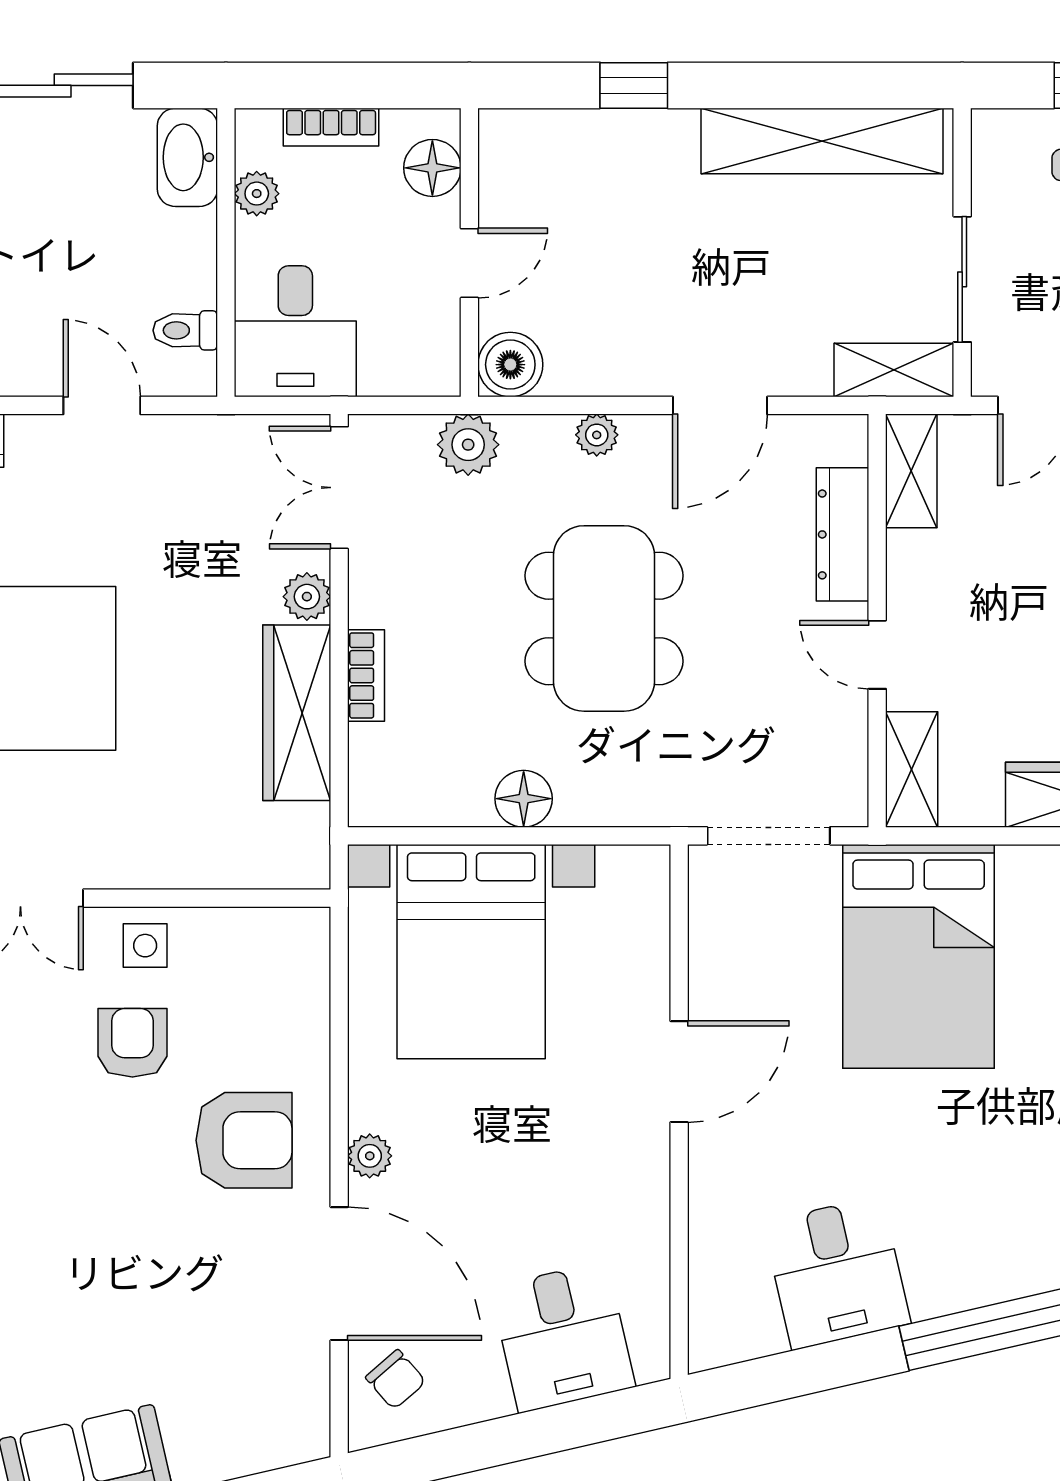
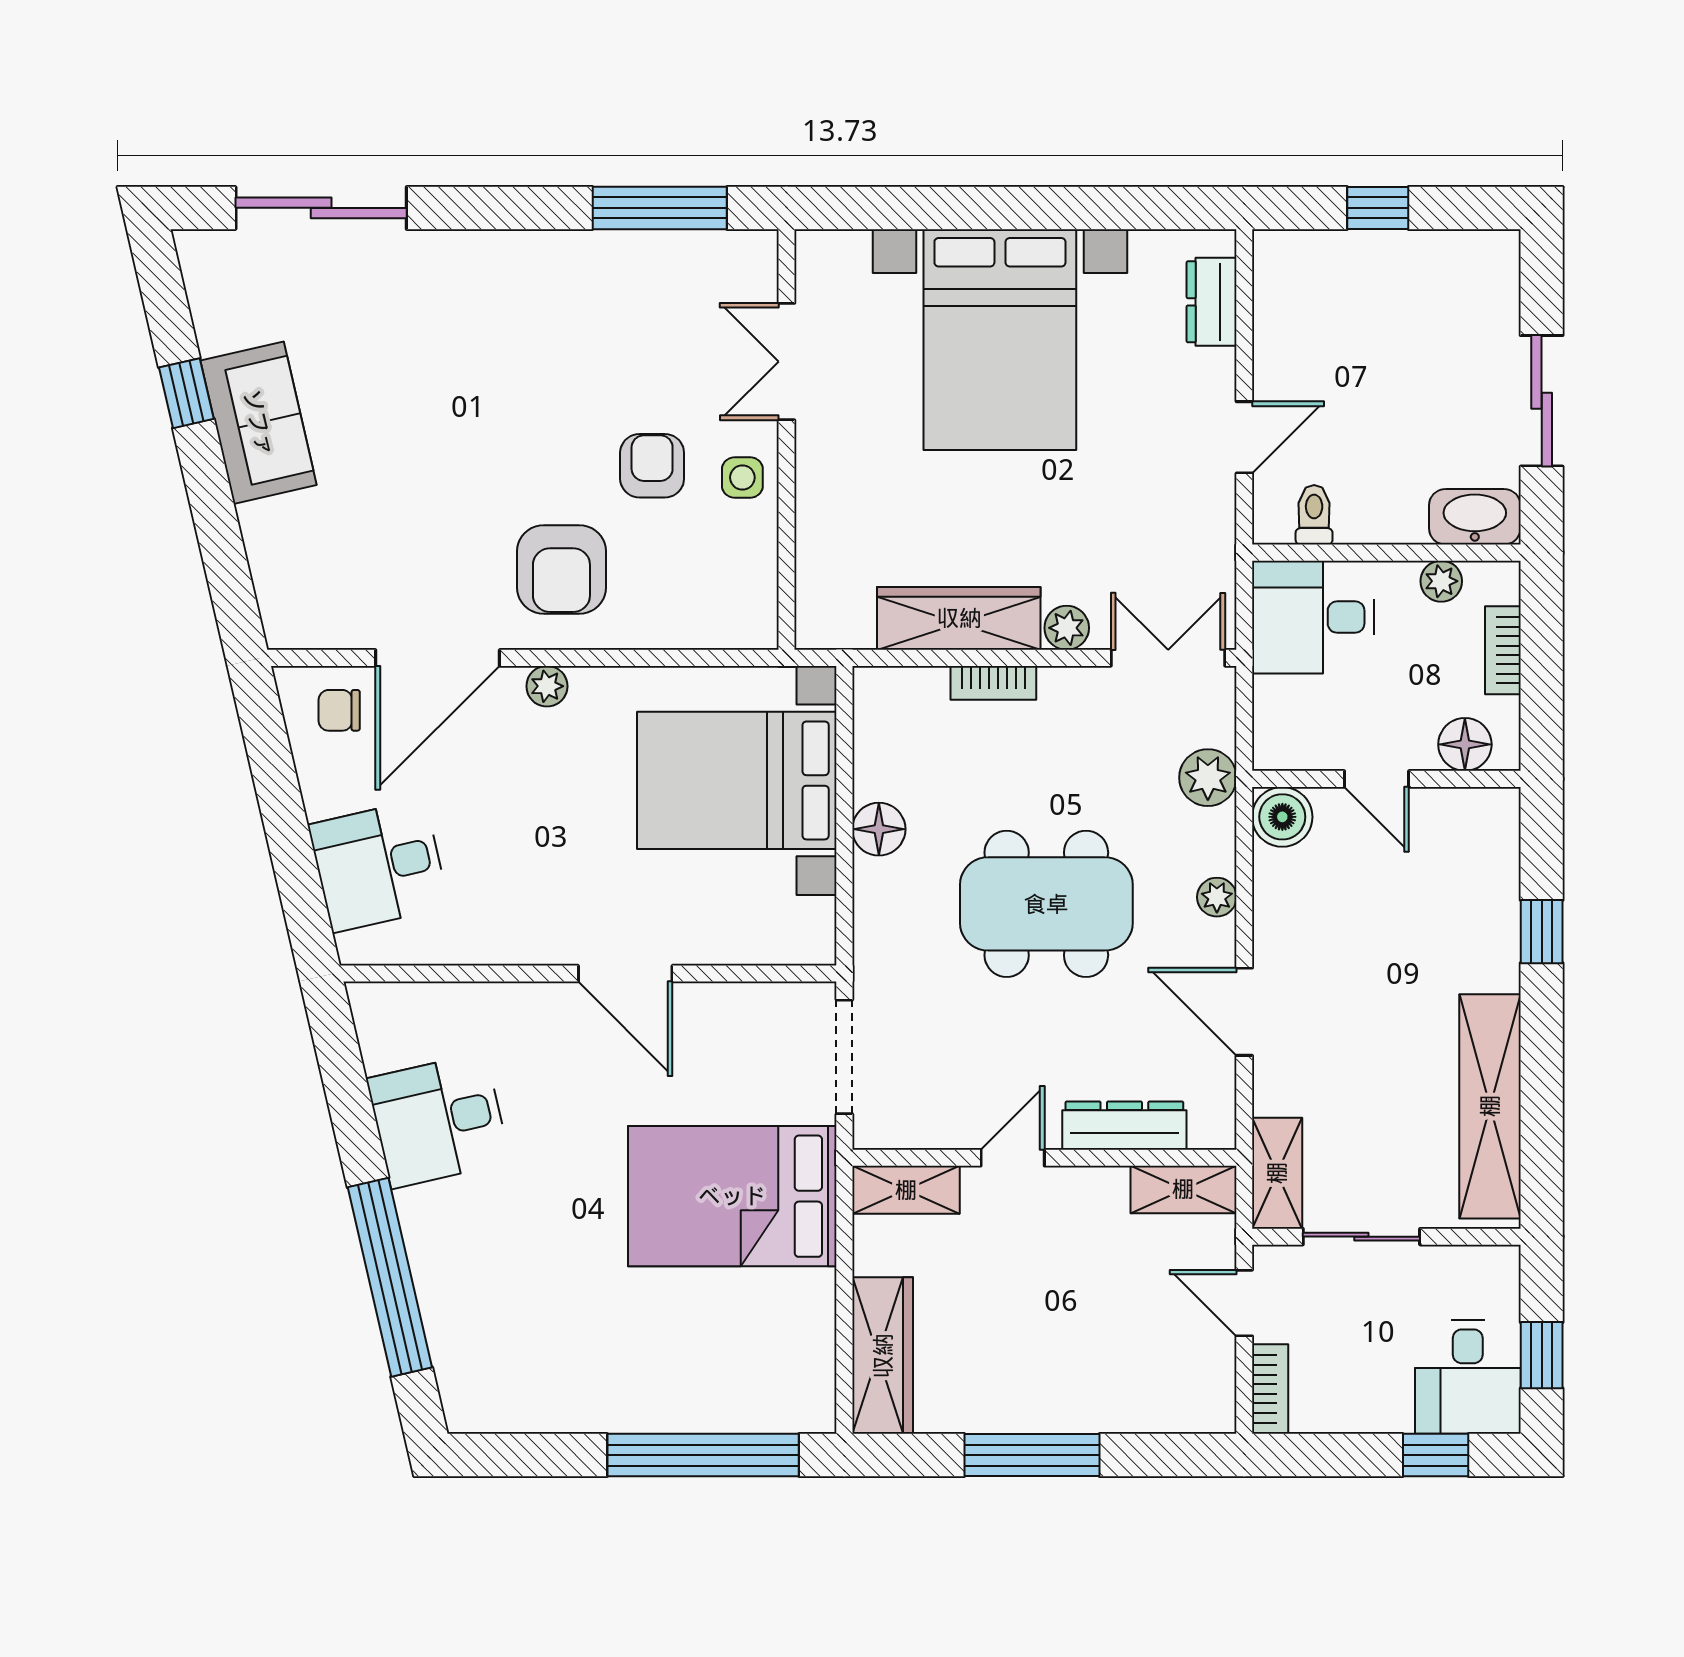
armchair: (132, 1043) -> (652, 466), turned -90
chair: (396, 1379) -> (339, 710), turned 41

